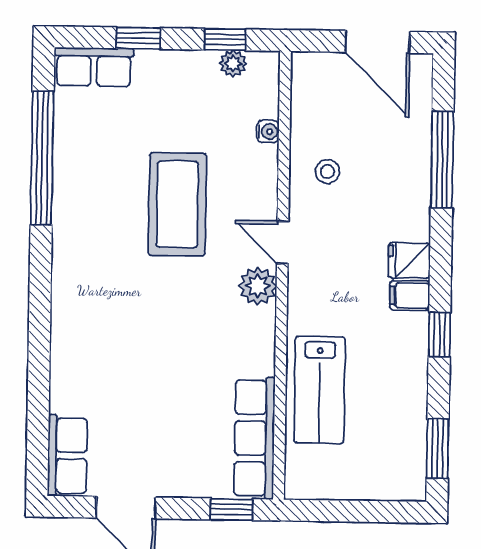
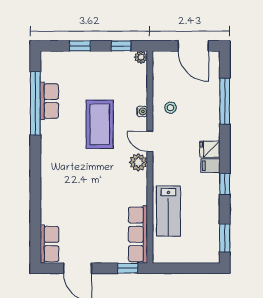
plant: (233, 64) -> (141, 57), moved
row of seats: (94, 67) -> (49, 101), moved, turned -90
water cooler: (268, 132) -> (142, 111), moved

